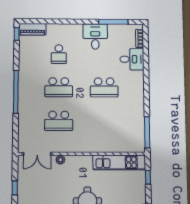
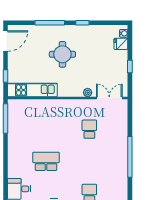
school desk: (59, 87) -> (89, 161), removed
school desk: (59, 121) -> (89, 129), width x0.54

